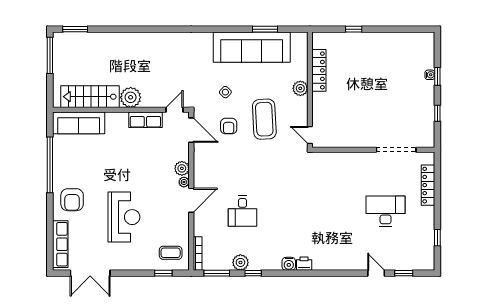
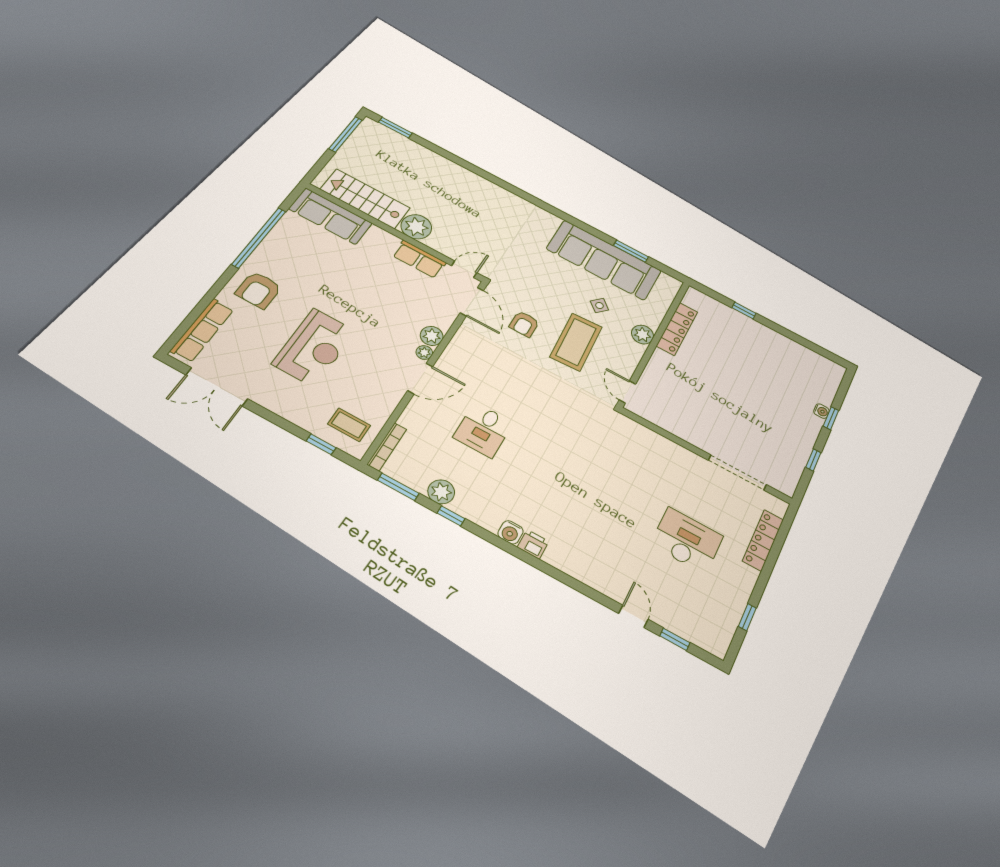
side table: (225, 92) -> (599, 306), moved

